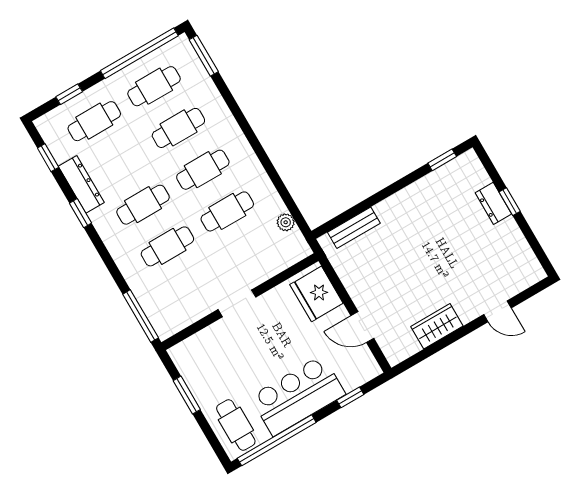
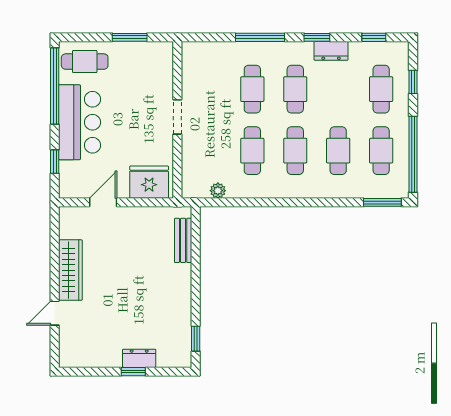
dresser: (81, 184) -> (331, 51), width x0.70
window: (141, 316) -> (260, 37), moved
wardrobe: (437, 326) -> (70, 270), width x1.50

